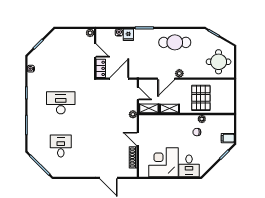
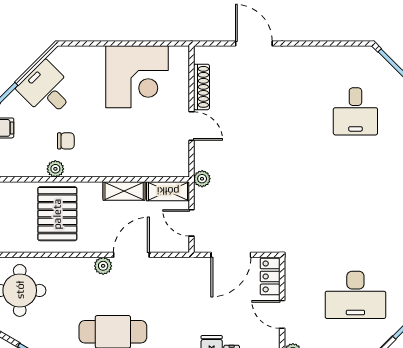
desk: (61, 103) -> (355, 295), moved
desk: (189, 166) -> (47, 90), moved, turned -45

